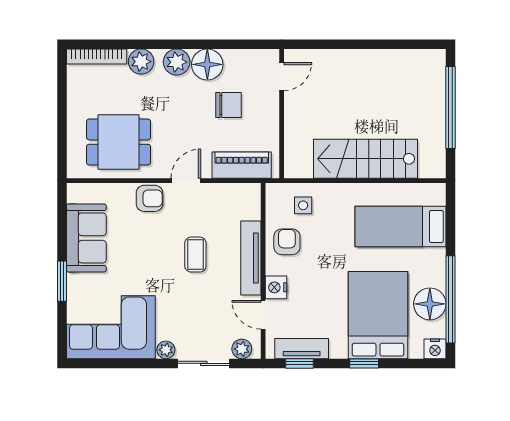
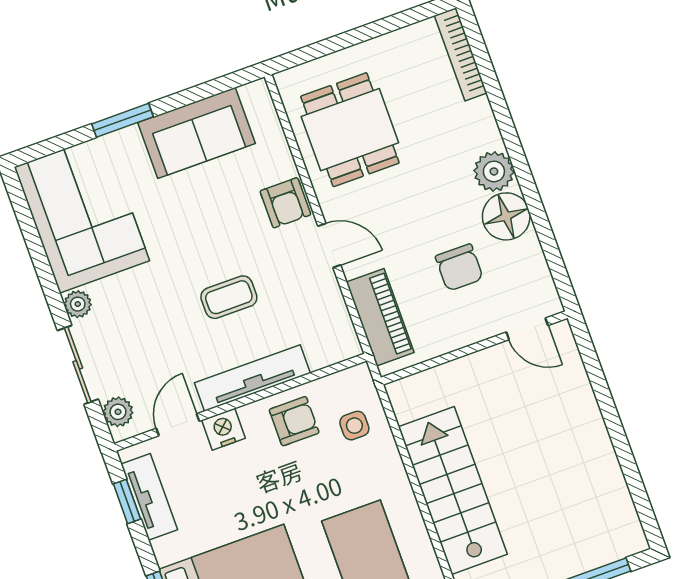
plant: (141, 62) -> (476, 120), removed

